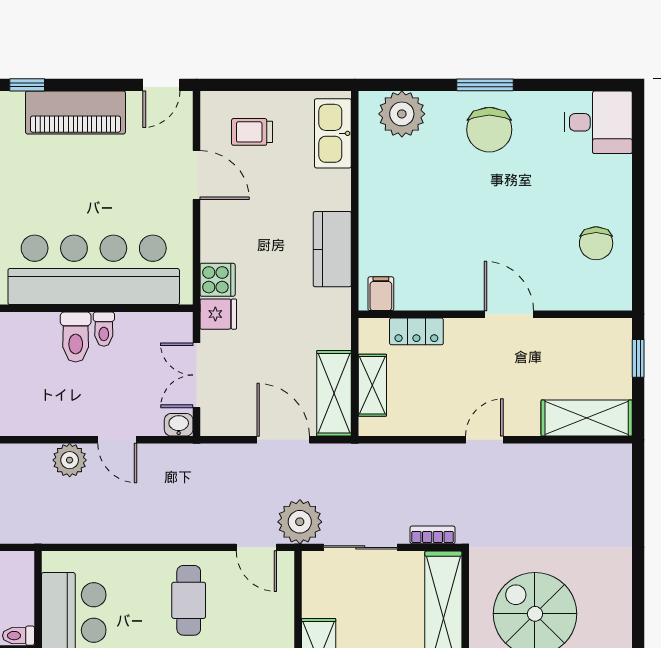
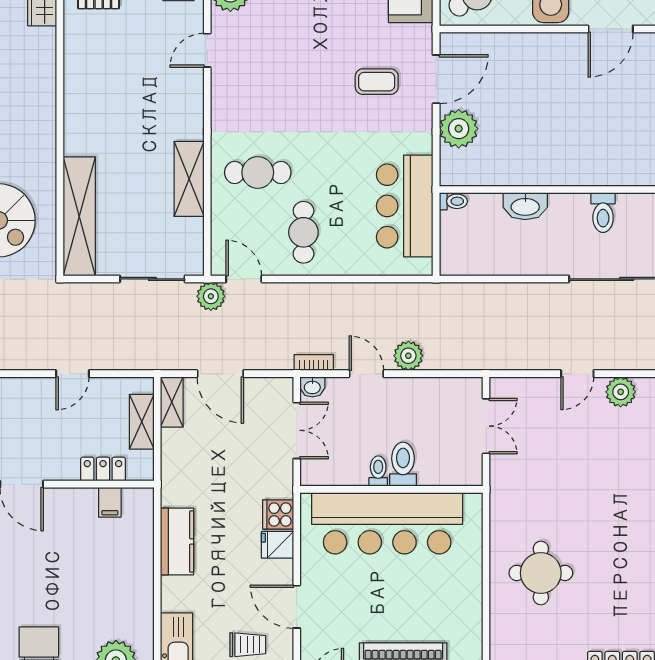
filing cabinet: (381, 294) -> (110, 502), moved
fridge: (218, 314) -> (277, 545), moved
shelving: (334, 393) -> (172, 402), width x0.67, depth x0.75
door: (484, 440) -> (73, 374), moved
plant: (300, 522) -> (211, 296), width x0.73, depth x0.73
bookcase: (433, 535) -> (314, 363), moved, turned 180

